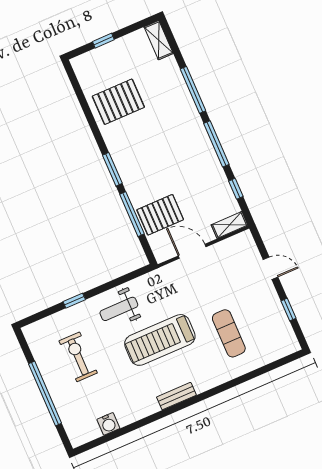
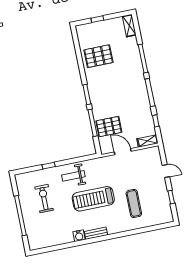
water cooler: (108, 424) -> (79, 236), moved

